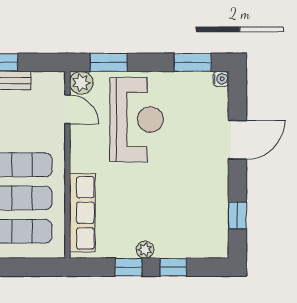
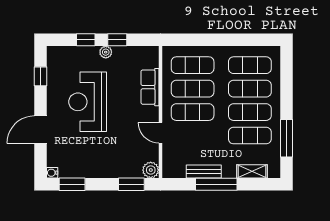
door: (67, 109) -> (160, 133), moved
reception desk: (137, 120) -> (88, 102), moved
row of seats: (82, 213) -> (150, 87), width x0.68

